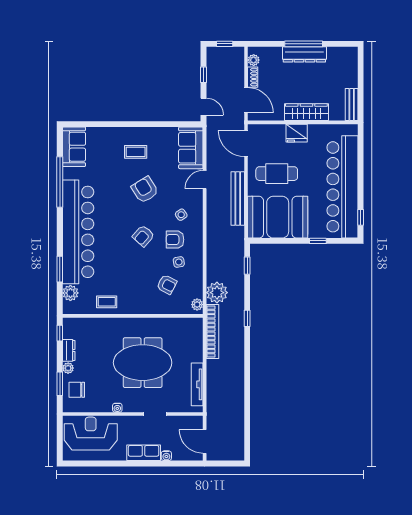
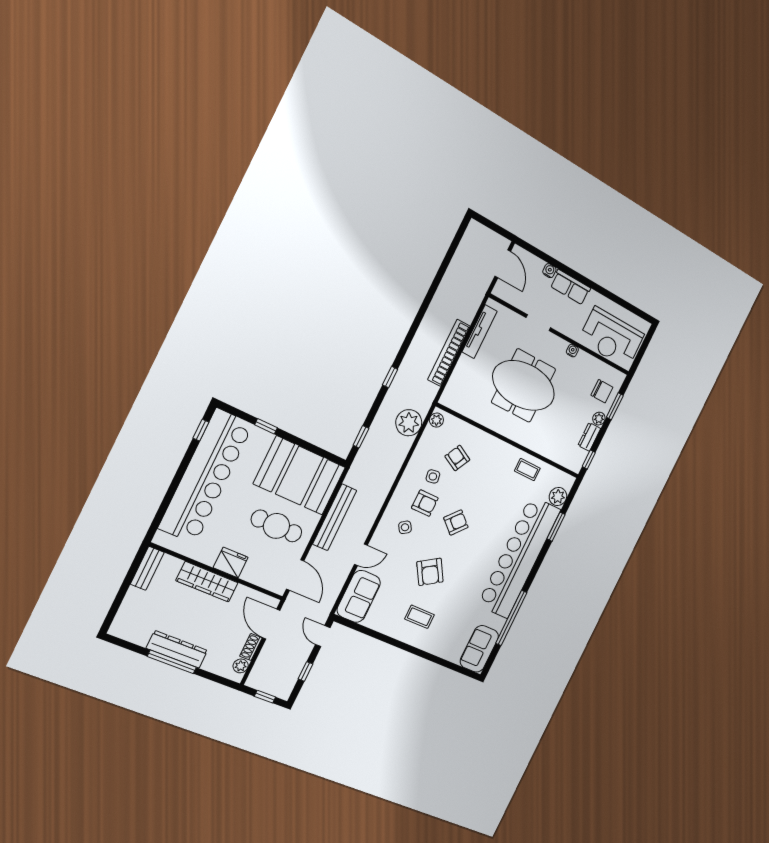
bookcase: (212, 332) -> (449, 353), moved

